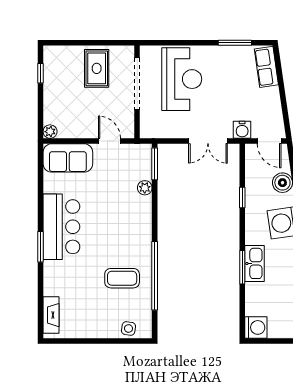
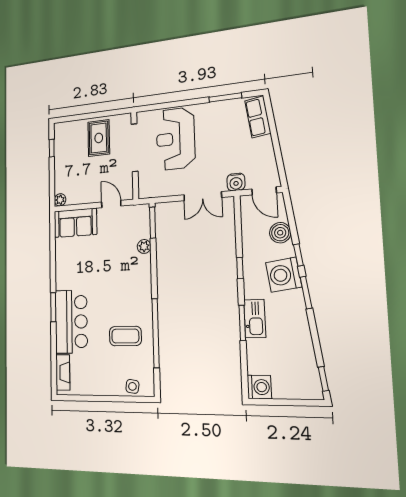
reception desk: (182, 79) -> (175, 139), turned 180
window: (242, 198) -> (240, 268), moved
bar counter: (61, 227) -> (71, 322), moved

